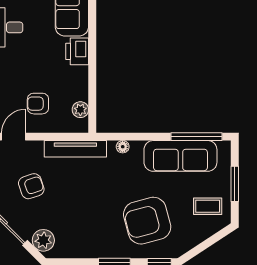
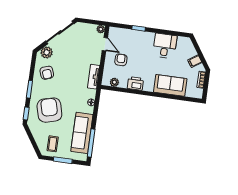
printer: (77, 51) -> (135, 83), moved
tv unit: (75, 149) -> (94, 77), width x0.71
armchair: (31, 186) -> (47, 73), moved

